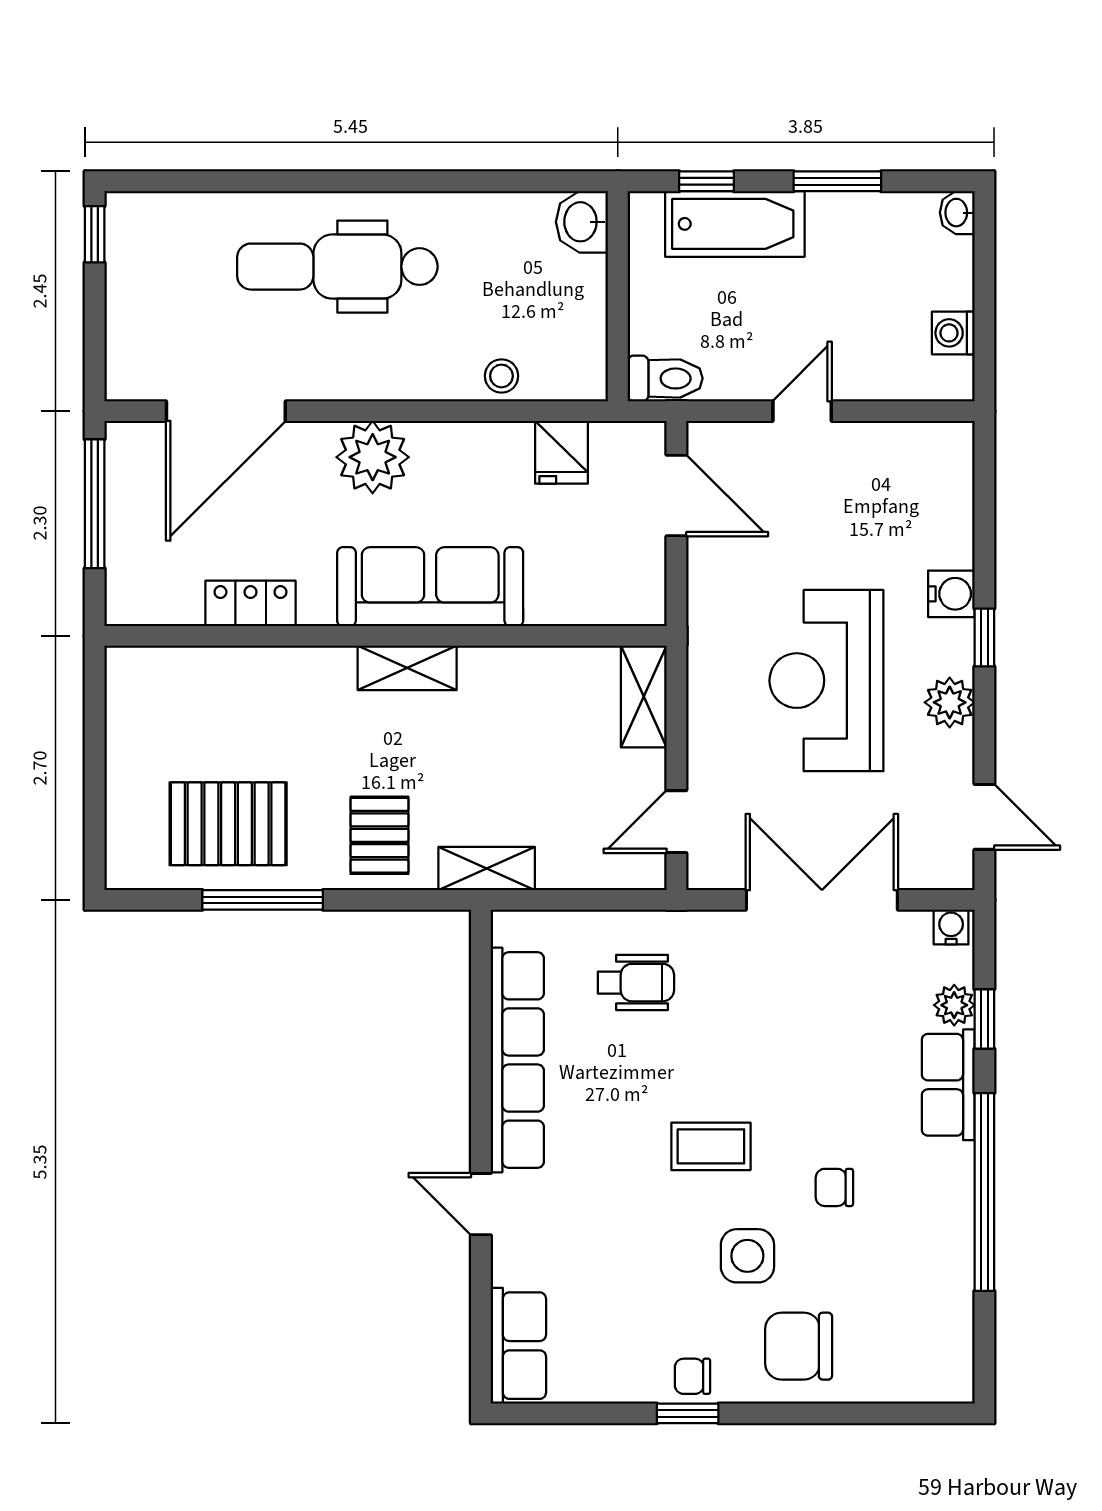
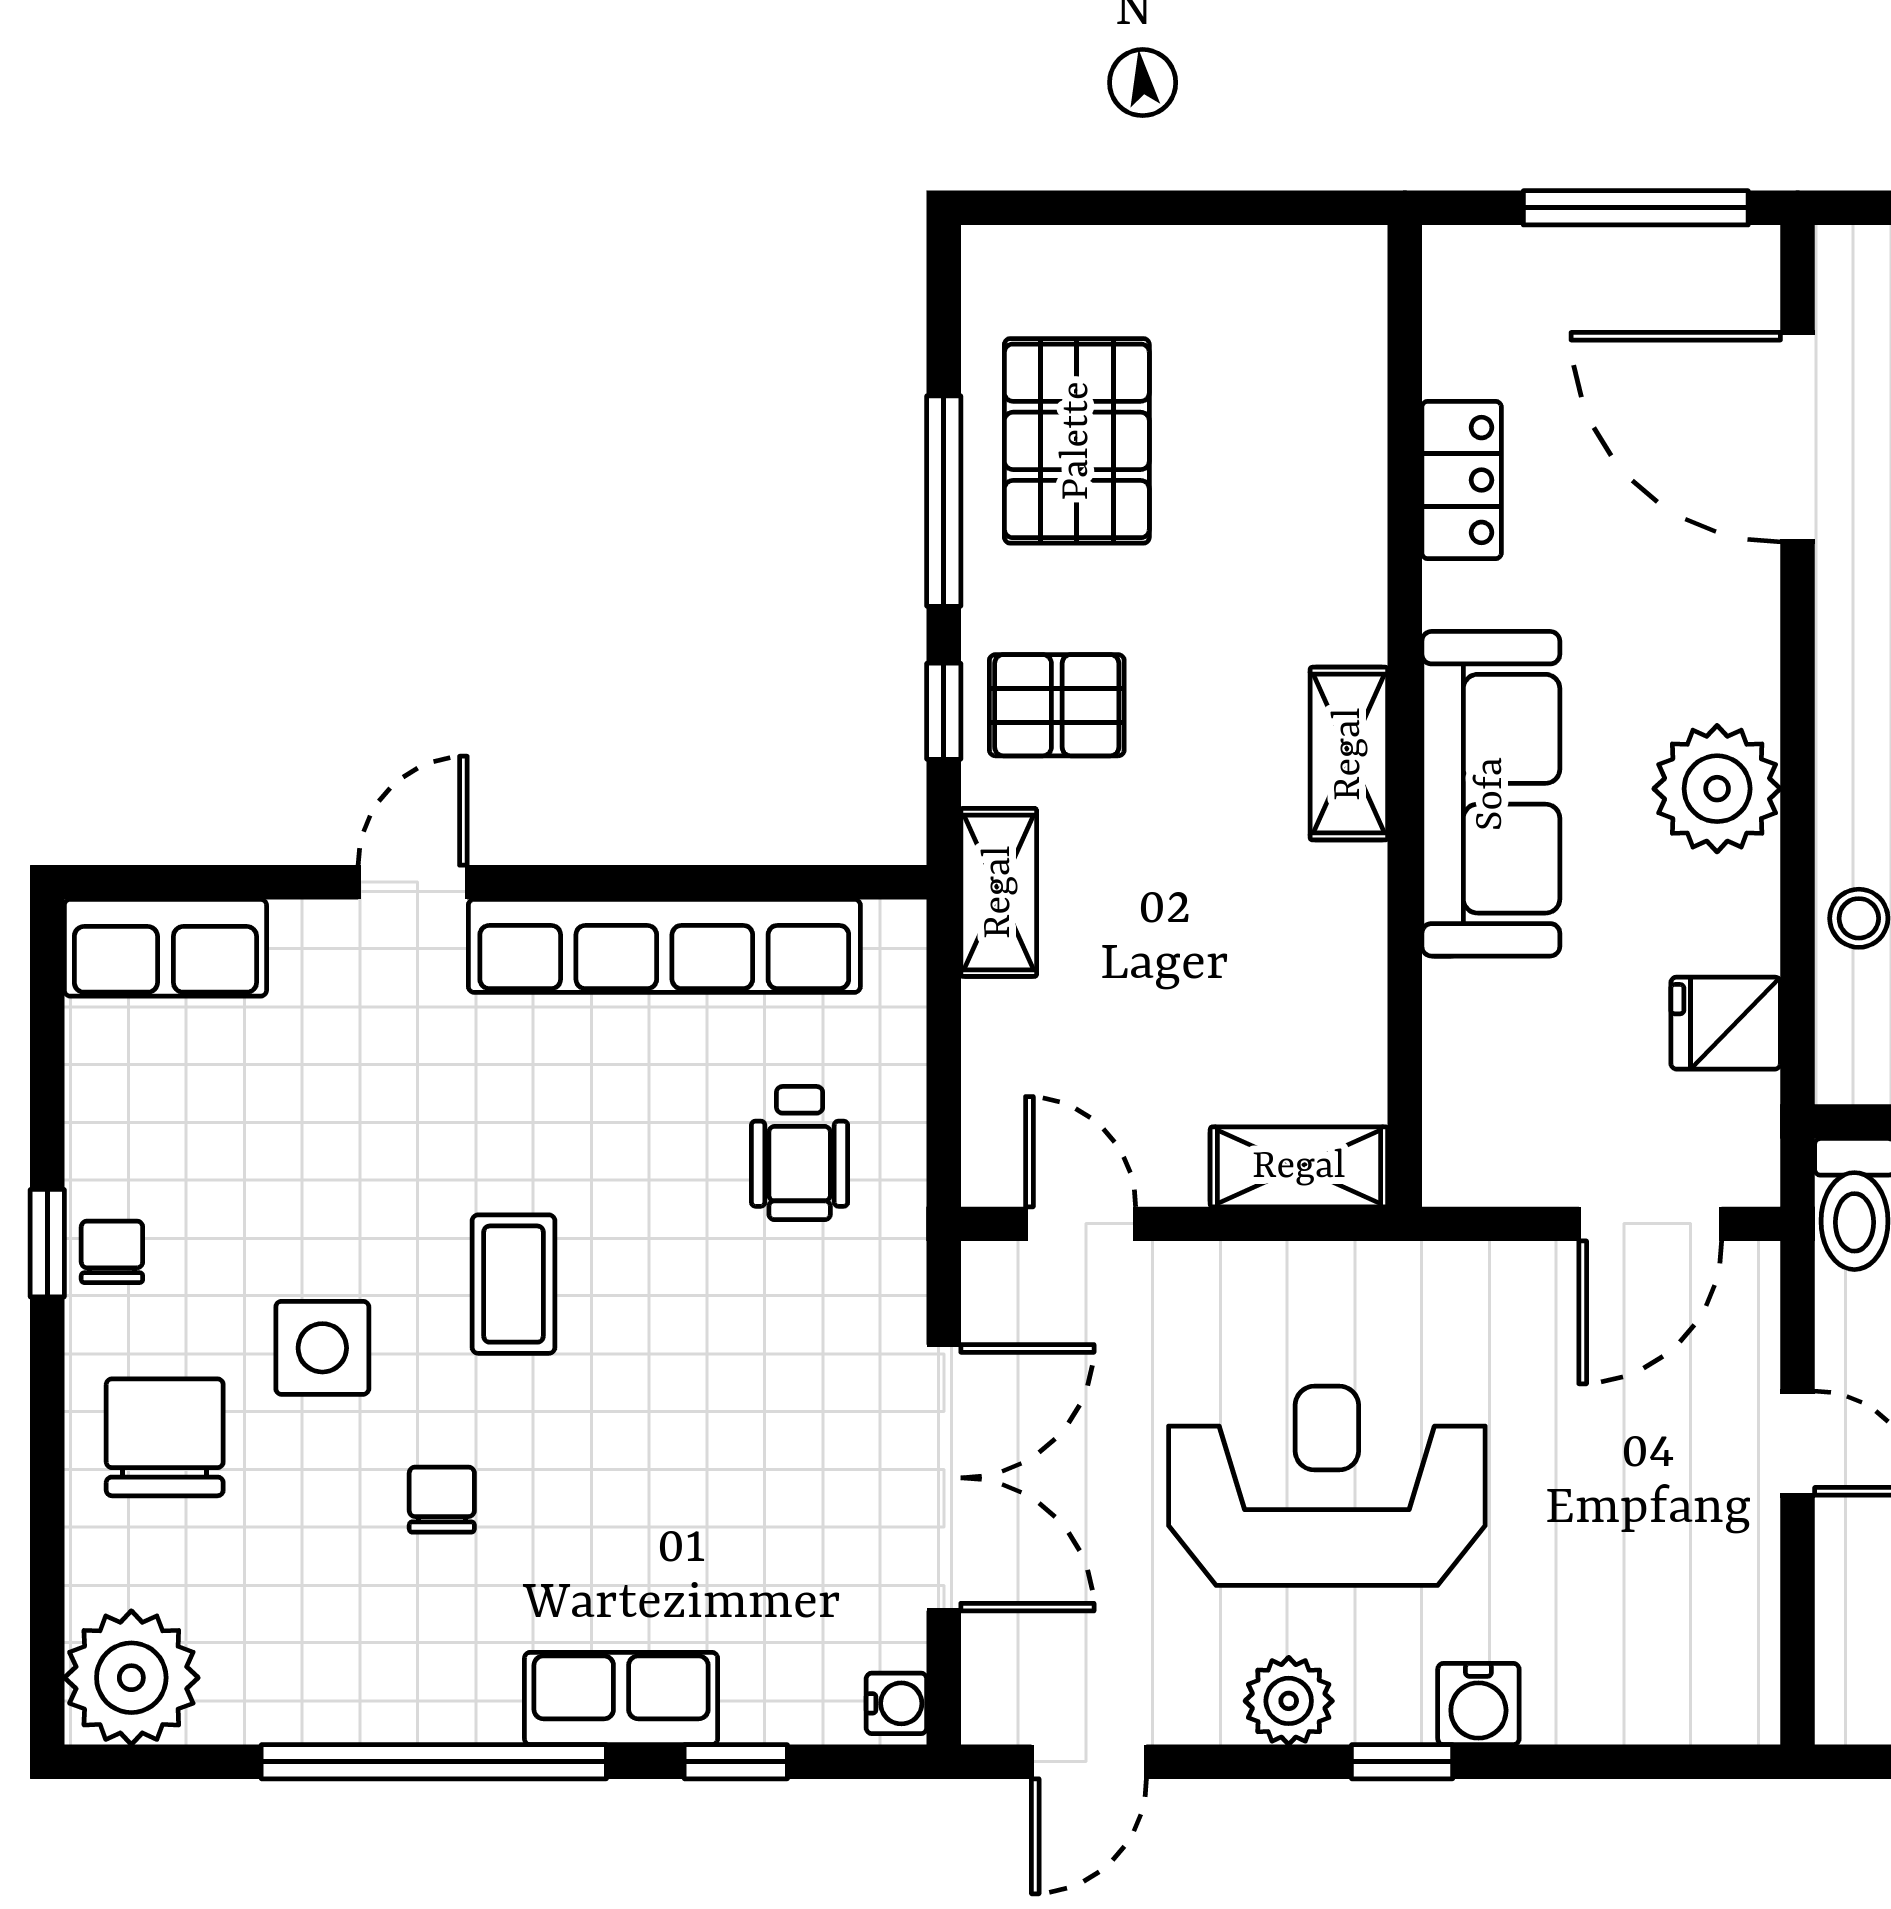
plant: (373, 457) -> (1717, 789), moved
window: (383, 900) -> (944, 711), added
plant: (954, 1005) -> (131, 1678), moved, width x1.87, depth x1.87

